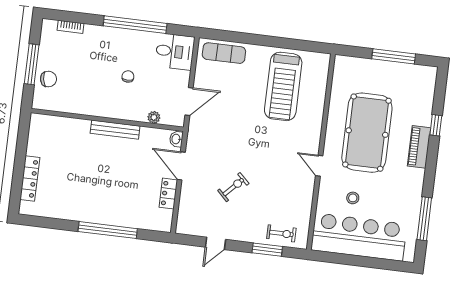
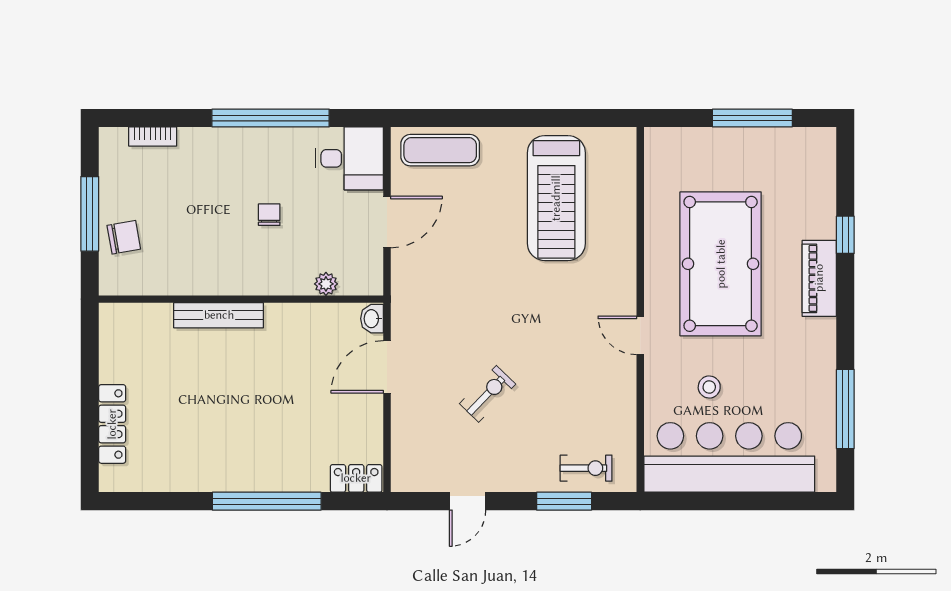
door: (189, 101) -> (387, 222), moved
bench: (115, 130) -> (219, 315), moved
door: (181, 166) -> (387, 367), hinge flipped
locker: (168, 194) -> (356, 478), moved, turned 90

